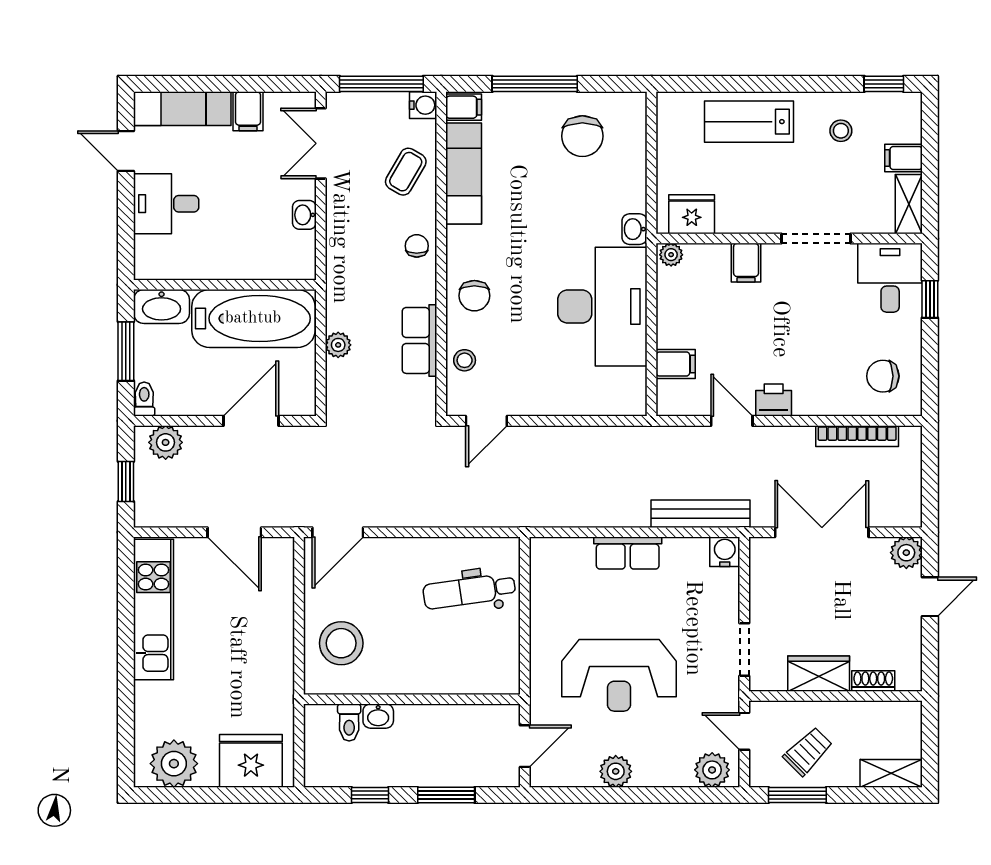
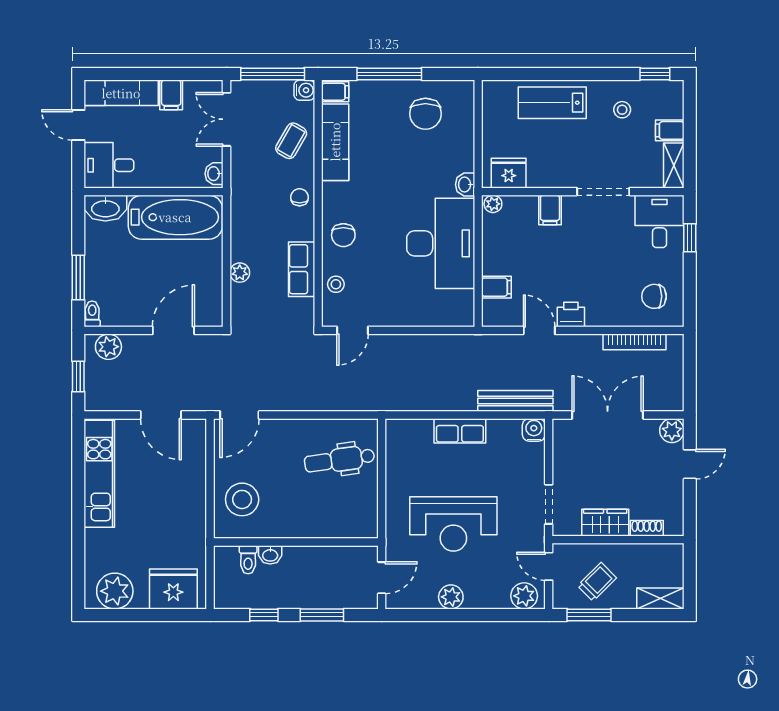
wall: (225, 285) -> (154, 192), moved
washbasin: (162, 306) -> (105, 208), moved
bathtub: (253, 318) -> (175, 217), moved

